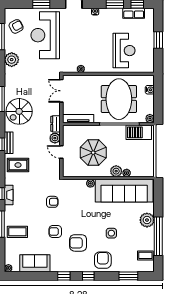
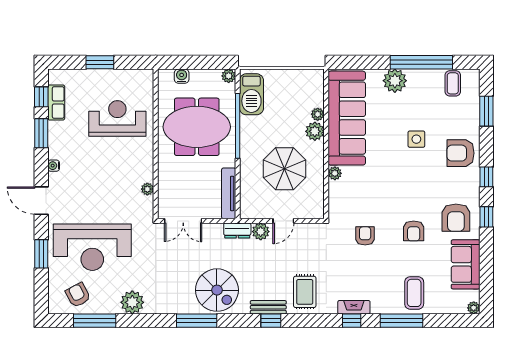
armchair: (78, 243) -> (456, 218), moved

